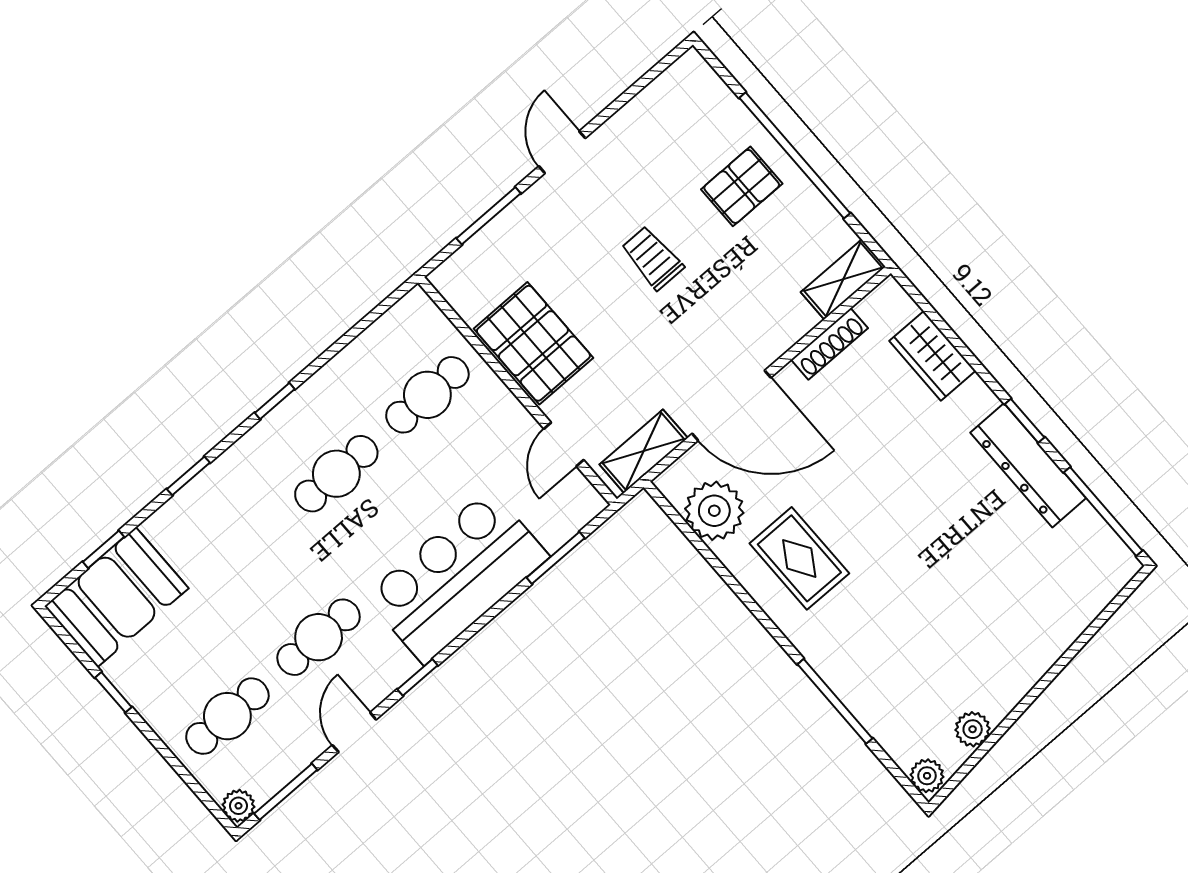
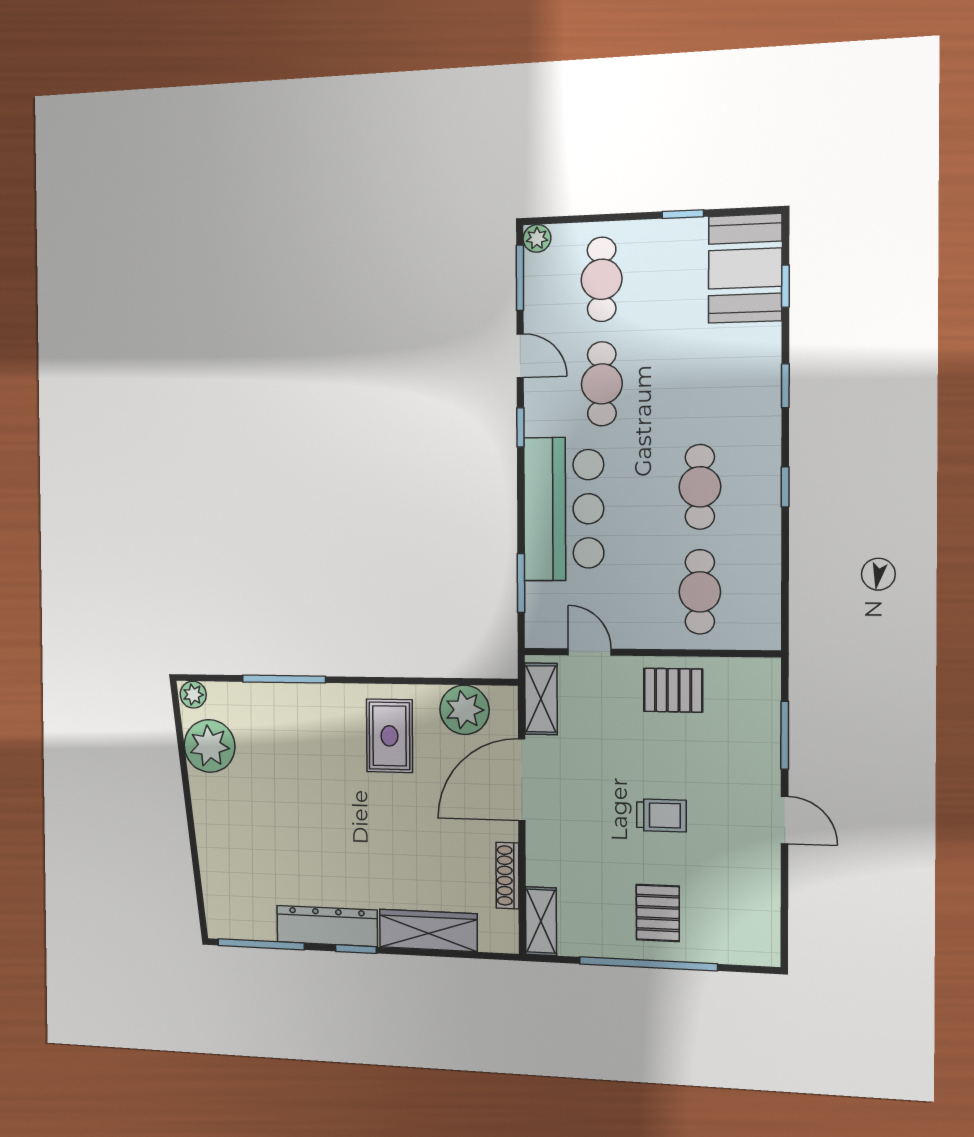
pallet: (533, 343) -> (673, 690), width x0.67, depth x0.71
wardrobe: (932, 356) -> (428, 930), width x1.50
rug: (799, 558) -> (389, 736), turned 90
plant: (973, 729) -> (210, 746), width x1.88, depth x1.88

